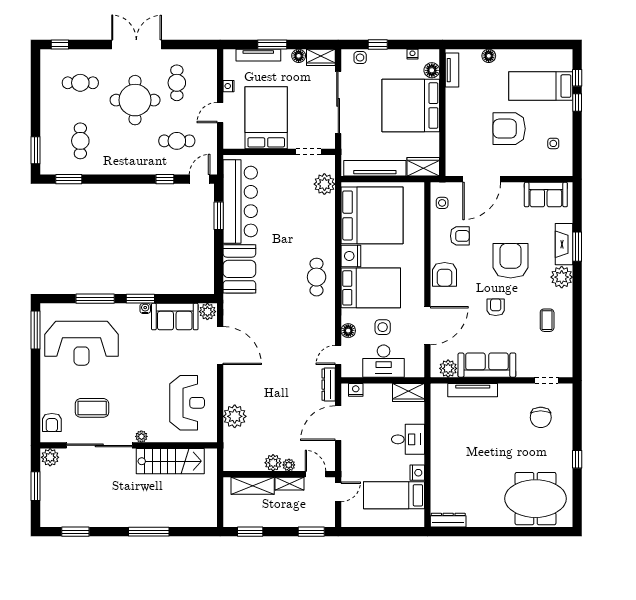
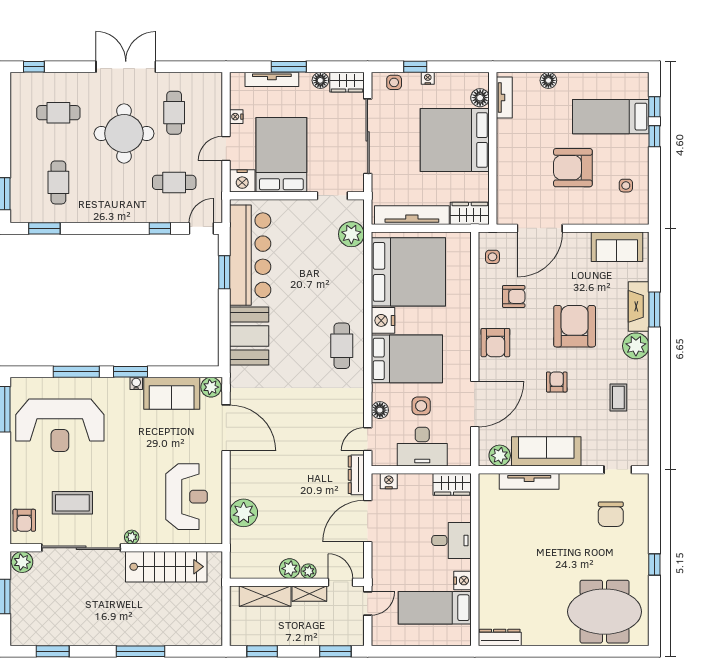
nightstand: (412, 54) -> (428, 78), moved
nightstand: (234, 140) -> (242, 181), added

